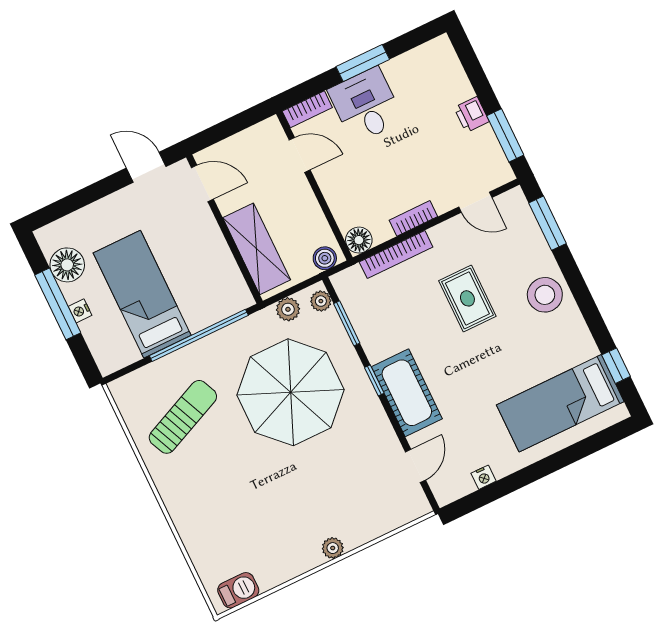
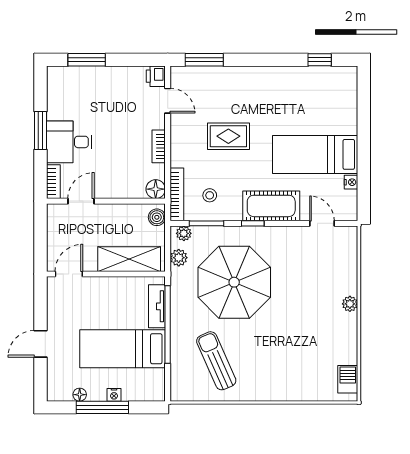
printer: (472, 115) -> (156, 76), moved, turned 90
window: (505, 135) -> (87, 60), moved
door: (146, 167) -> (40, 344), moved
door: (475, 202) -> (168, 101), hinge flipped
bookcase: (396, 254) -> (177, 194), moved
floor lamp: (67, 265) -> (80, 395), width x0.53, depth x0.53
stool: (545, 295) -> (210, 195), moved, width x0.53, depth x0.53
tv unit: (215, 311) -> (157, 306), added
bed: (560, 403) -> (315, 154), moved, turned 90

